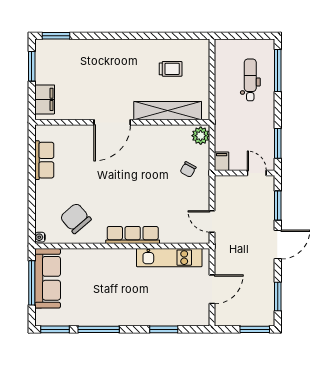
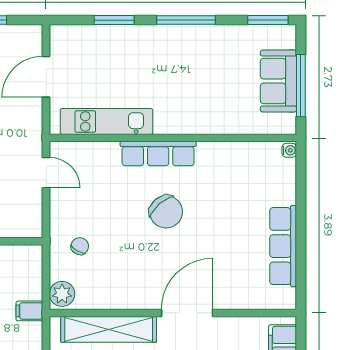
row of seats: (44, 160) -> (283, 246), width x1.48
filing cabinet: (222, 161) -> (29, 311), moved, turned 90
chair: (76, 218) -> (166, 212), moved
sofa: (48, 278) -> (278, 81), width x0.73
window: (99, 329) -> (186, 20), moved

